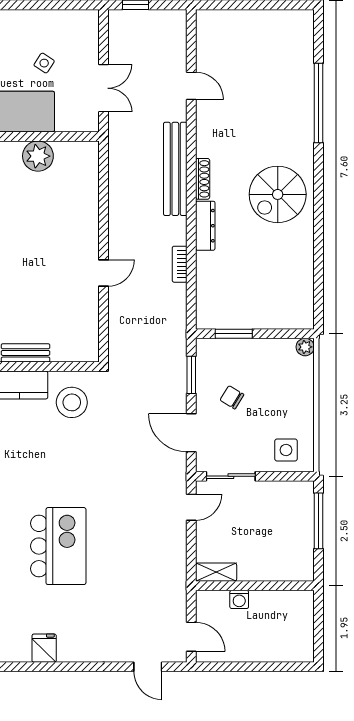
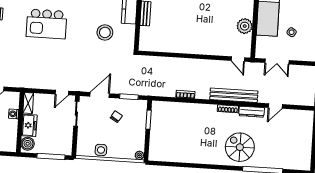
spiral stairs: (278, 194) -> (240, 147), moved
dresser: (205, 226) -> (252, 112), moved
door: (104, 273) -> (238, 59), moved
stool: (72, 402) -> (105, 32), moved
side table: (286, 450) -> (101, 150), moved
door: (191, 507) -> (62, 93), hinge flipped
freezer: (260, 567) -> (29, 125), added
boiler: (296, 568) -> (28, 144), added

